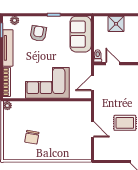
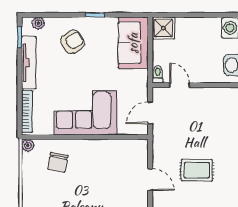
shower: (116, 24) -> (163, 28), moved
armchair: (38, 33) -> (72, 42), turned 49
chair: (32, 137) -> (58, 162), moved

